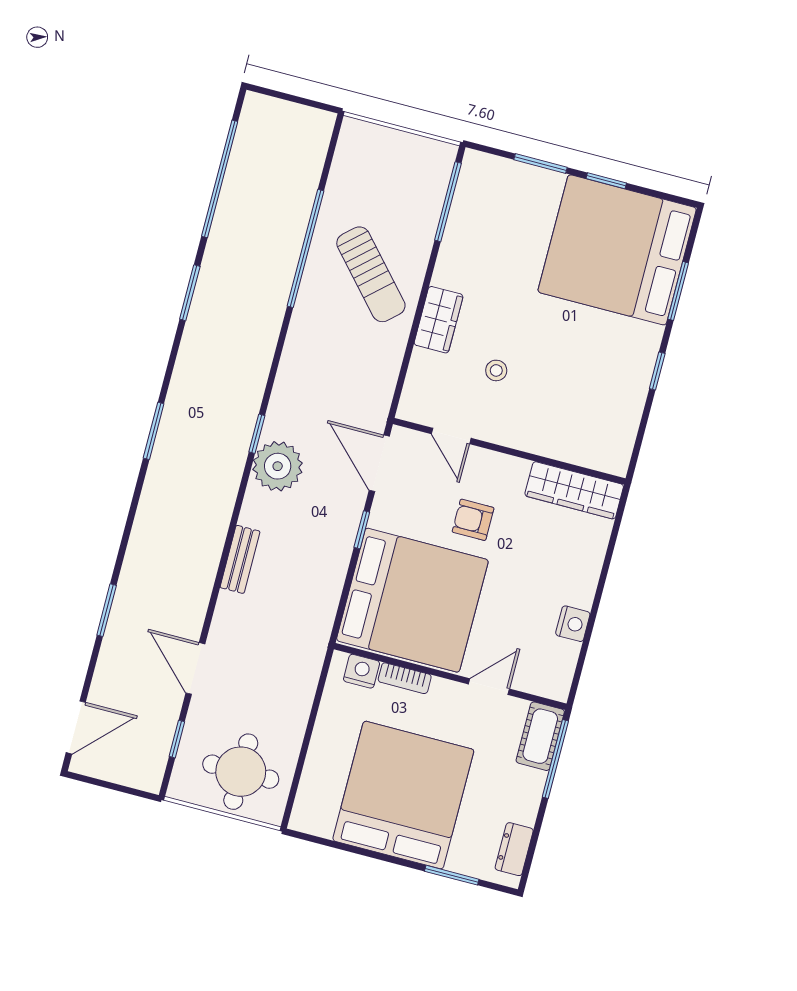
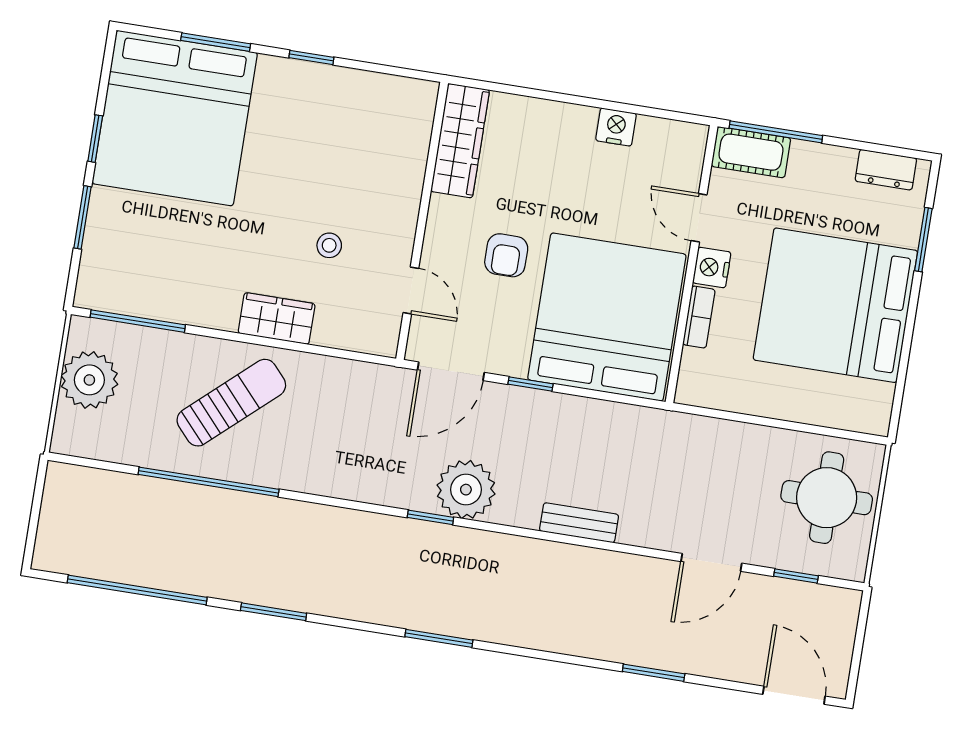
plant: (402, 156) -> (89, 380), added
door: (451, 436) -> (411, 290), hinge flipped
nightstand: (362, 671) -> (712, 267), moved

